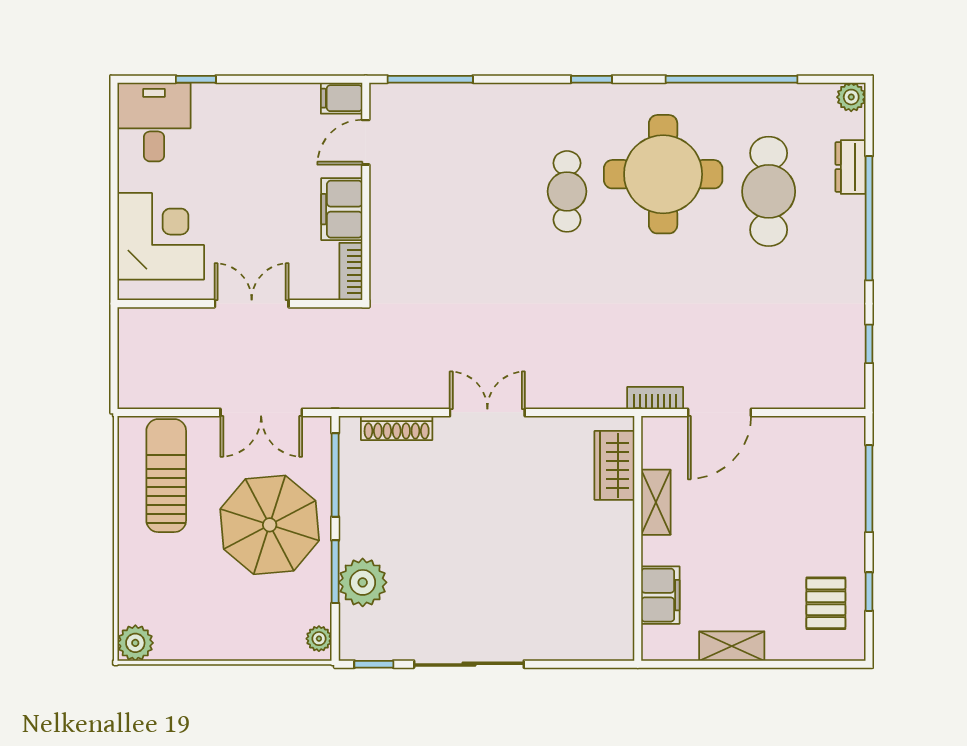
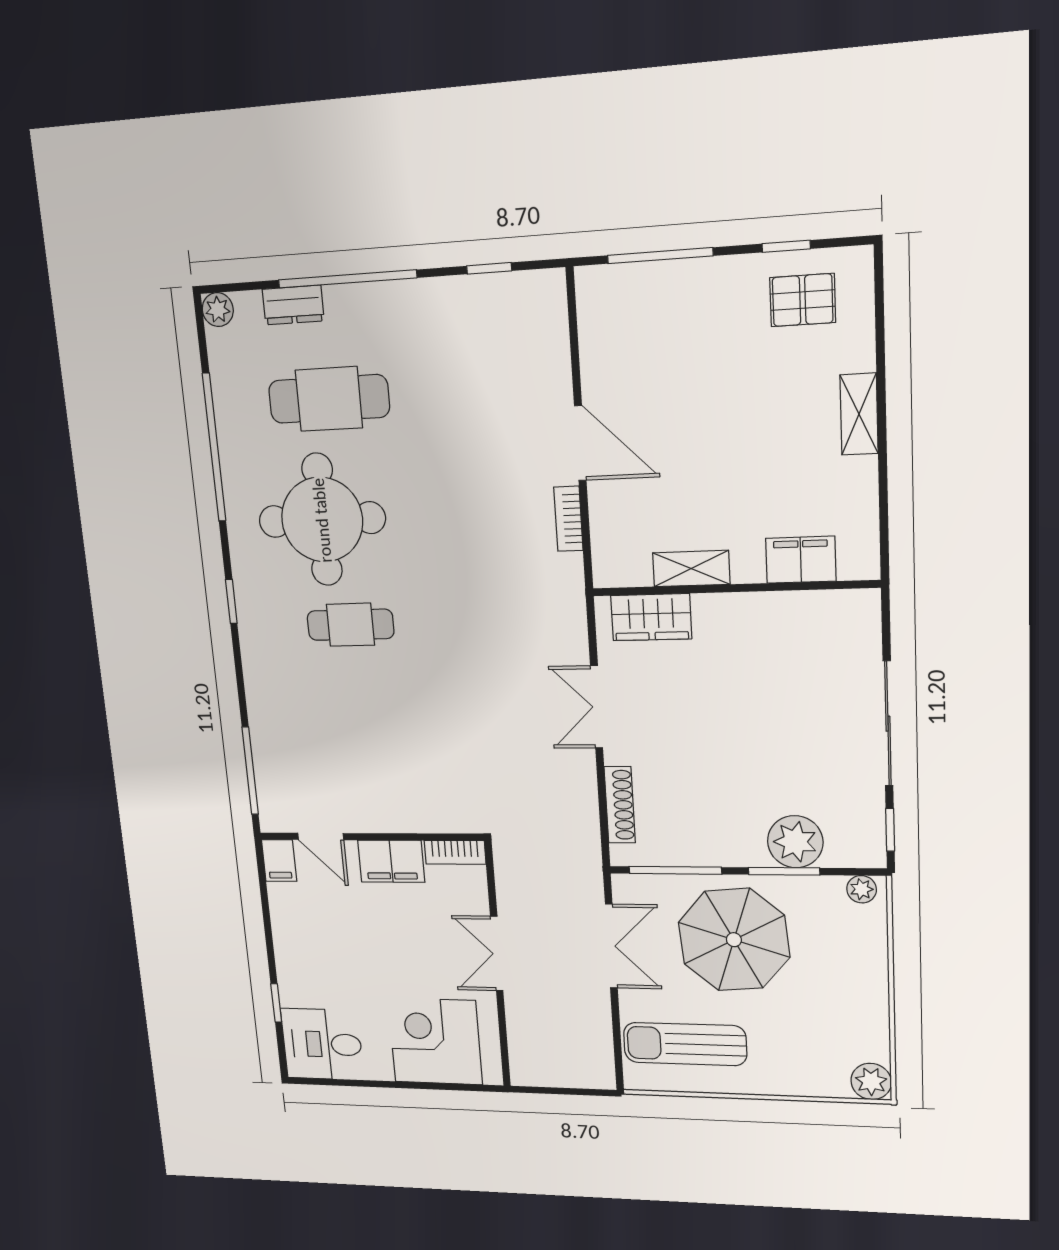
wardrobe: (614, 465) -> (651, 617), moved
shelving: (656, 502) -> (691, 569), moved
wall: (638, 538) -> (734, 588), moved
filing cabinet: (660, 595) -> (801, 560), moved

